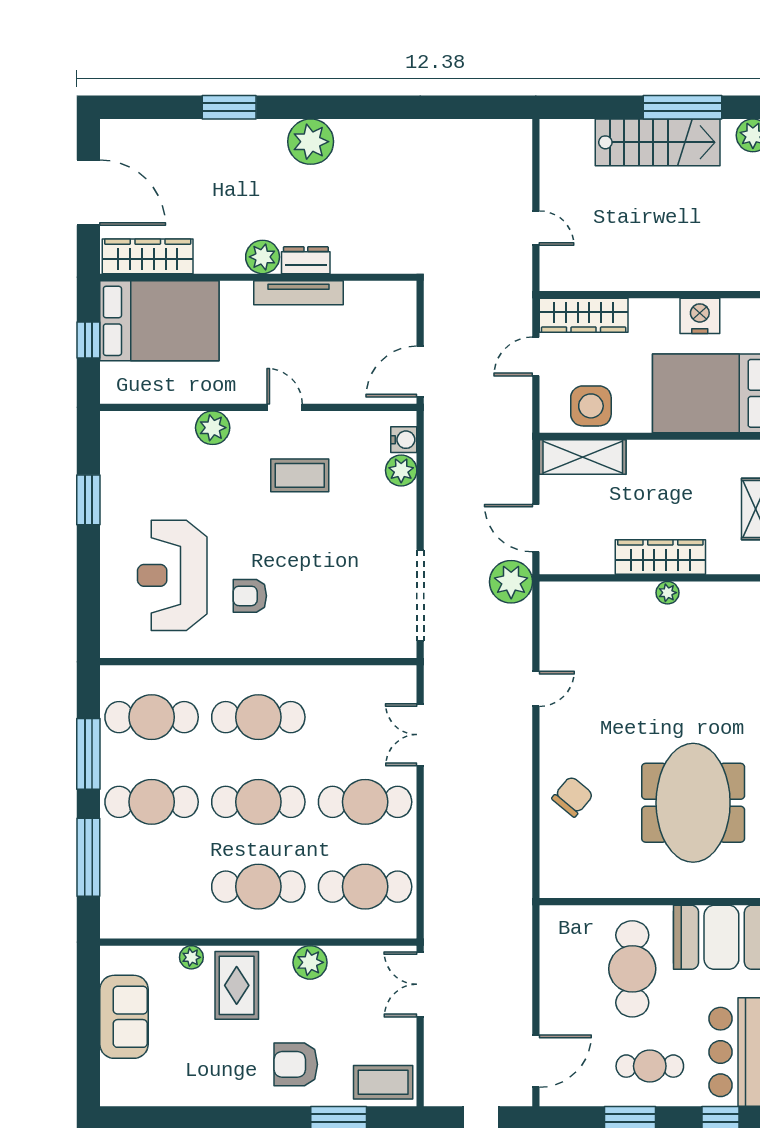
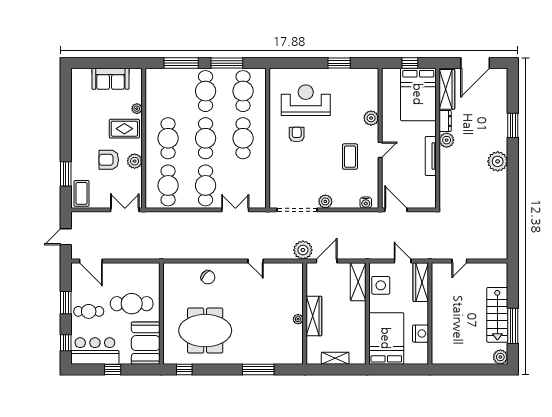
dresser: (306, 260) -> (445, 121), moved
plant: (401, 470) -> (325, 201), moved
armchair: (296, 1064) -> (109, 160), moved, turned -90
cafe table: (650, 1066) -> (89, 311), turned 90

